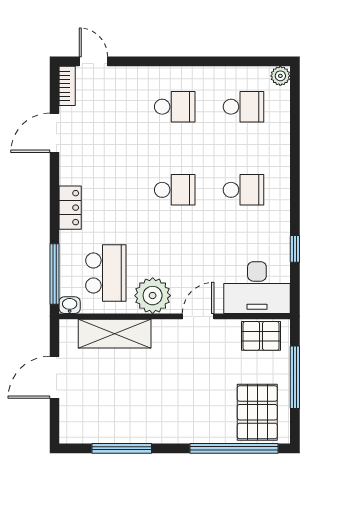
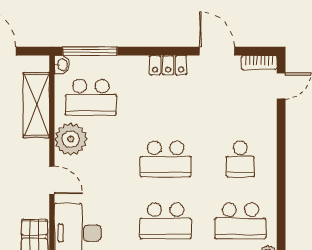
school desk: (243, 107) -> (240, 221), width x1.85
school desk: (175, 190) -> (166, 159), width x1.85
school desk: (243, 190) -> (166, 221), width x1.85
locker: (70, 208) -> (168, 65), moved

